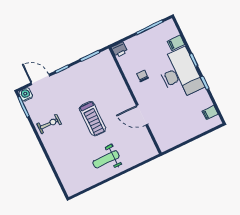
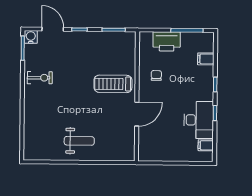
printer: (119, 50) -> (167, 41), moved, width x1.87, depth x1.48
desk: (180, 74) -> (199, 120), moved, width x0.73, depth x0.77
door: (142, 115) -> (137, 114), swing flipped
treadmill: (93, 119) -> (113, 84), moved, turned 90
weight bench: (106, 159) -> (79, 141), turned 180

